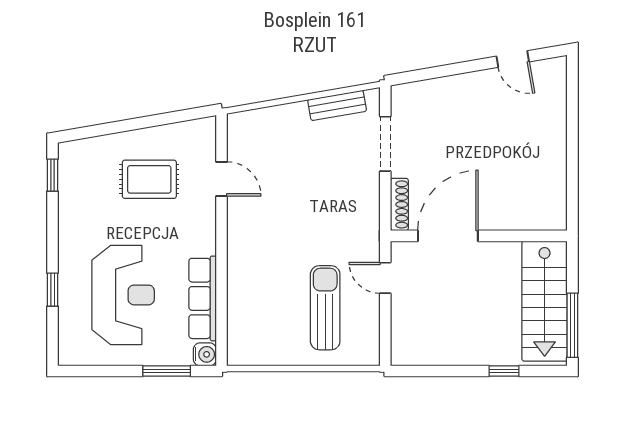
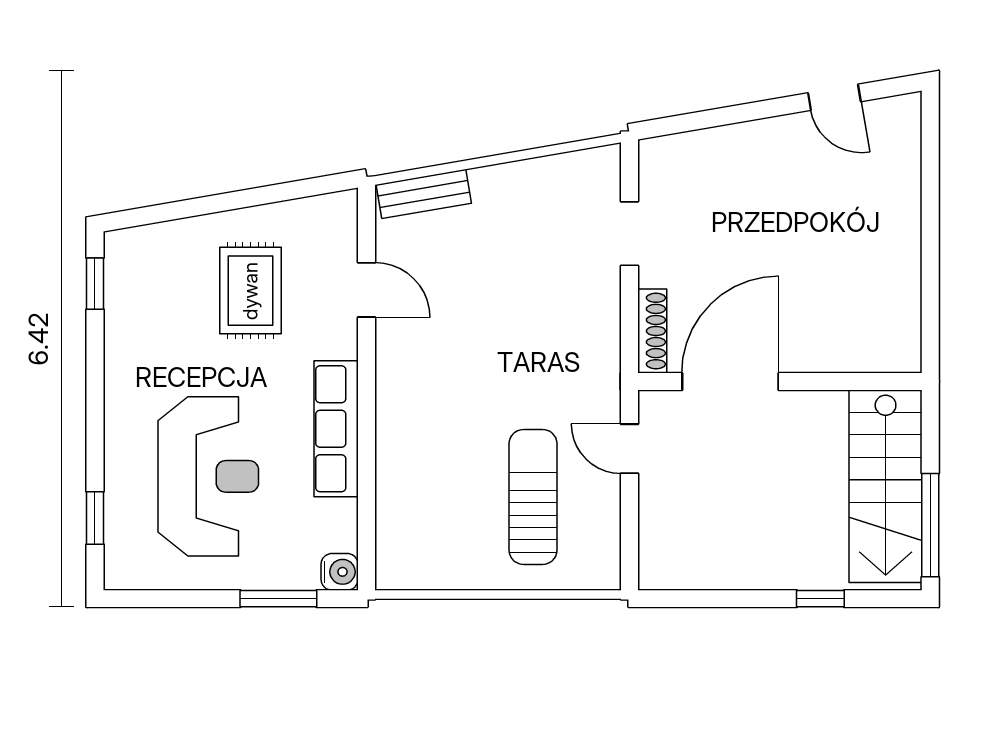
bench: (337, 105) -> (424, 194), moved
doorway: (385, 144) -> (630, 234), width x0.73
rug: (149, 179) -> (250, 291), turned 90
window: (52, 290) -> (95, 518), moved
row of seats: (203, 298) -> (336, 429), moved

